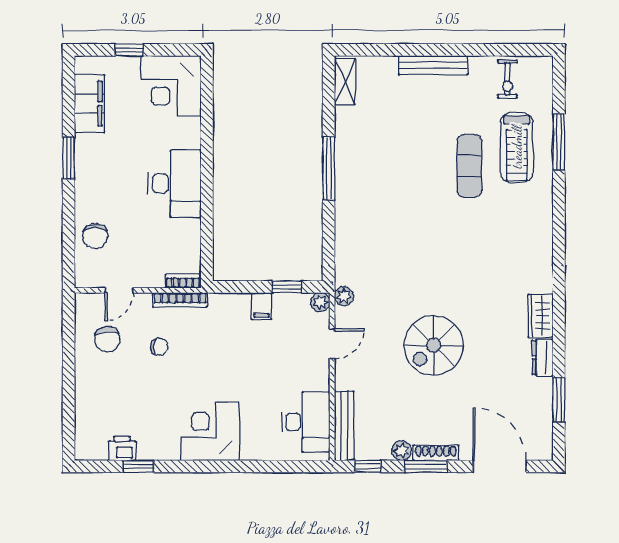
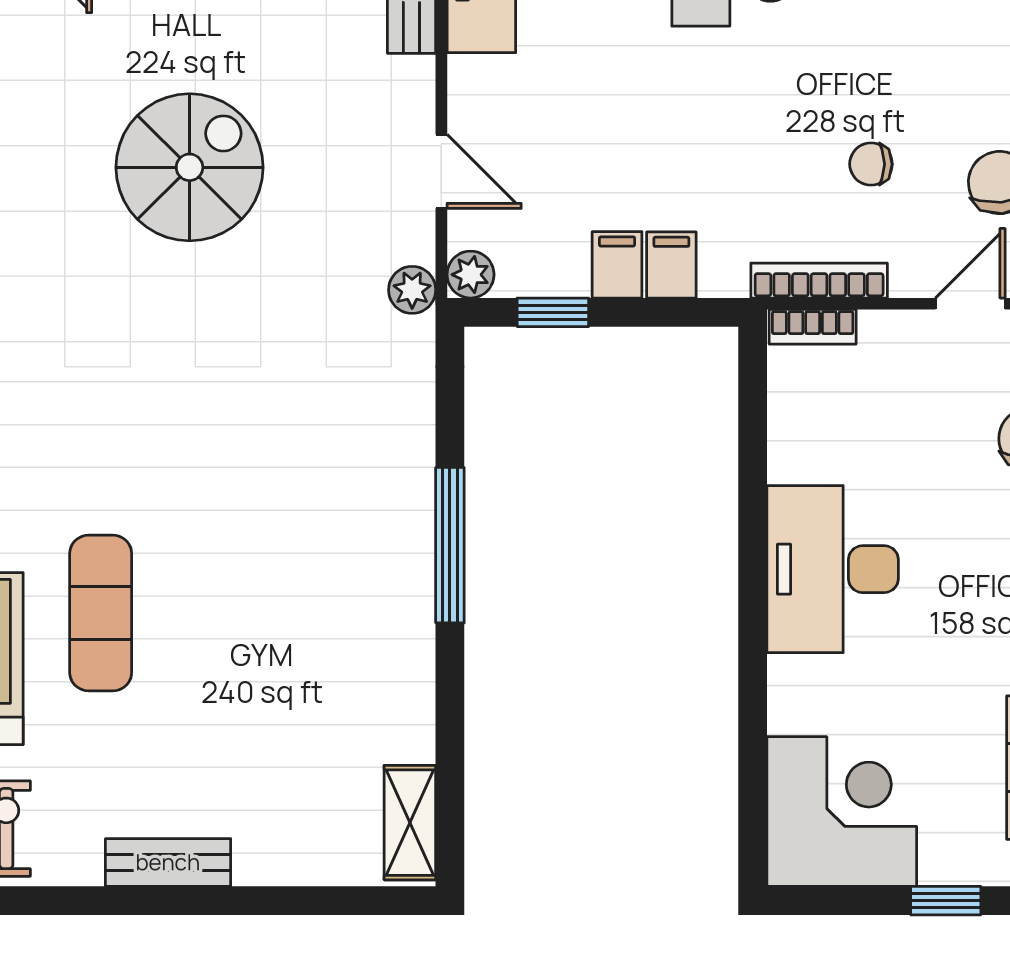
bench: (433, 65) -> (168, 862), width x0.73
window: (329, 168) -> (450, 545), moved
filing cabinet: (240, 306) -> (671, 265), added
door: (332, 344) -> (441, 171), swing flipped

